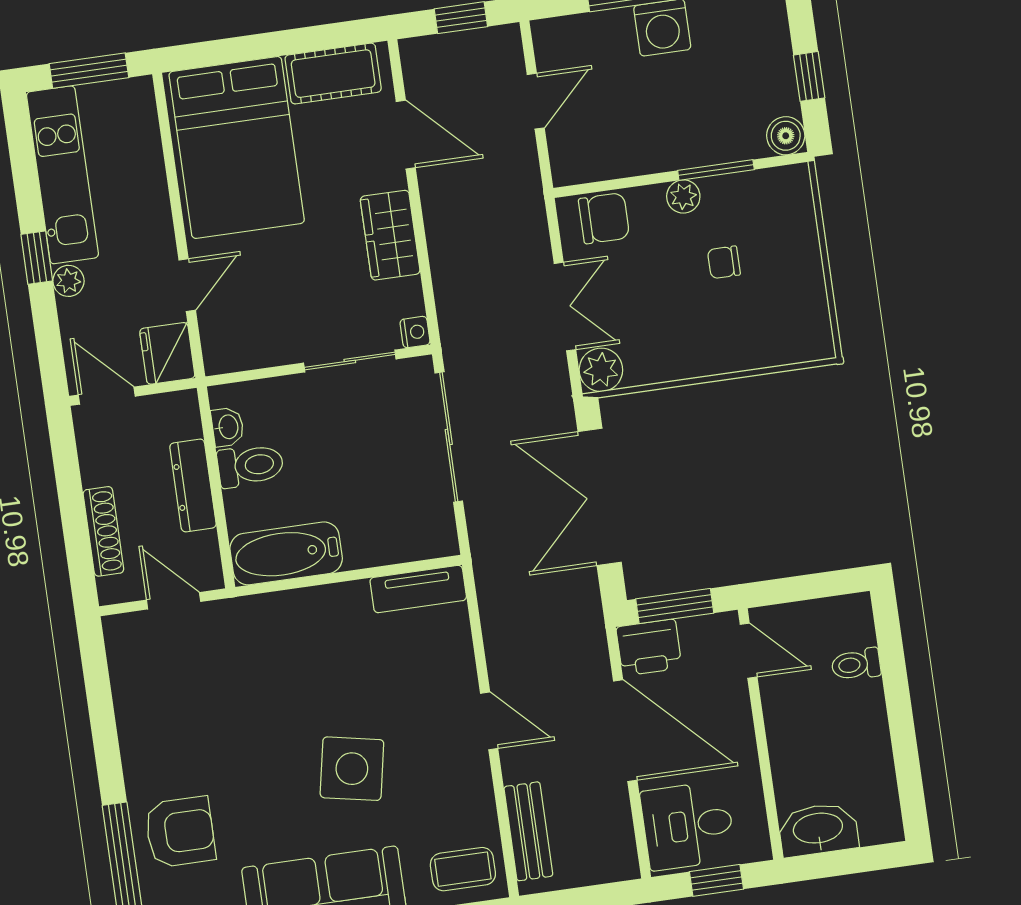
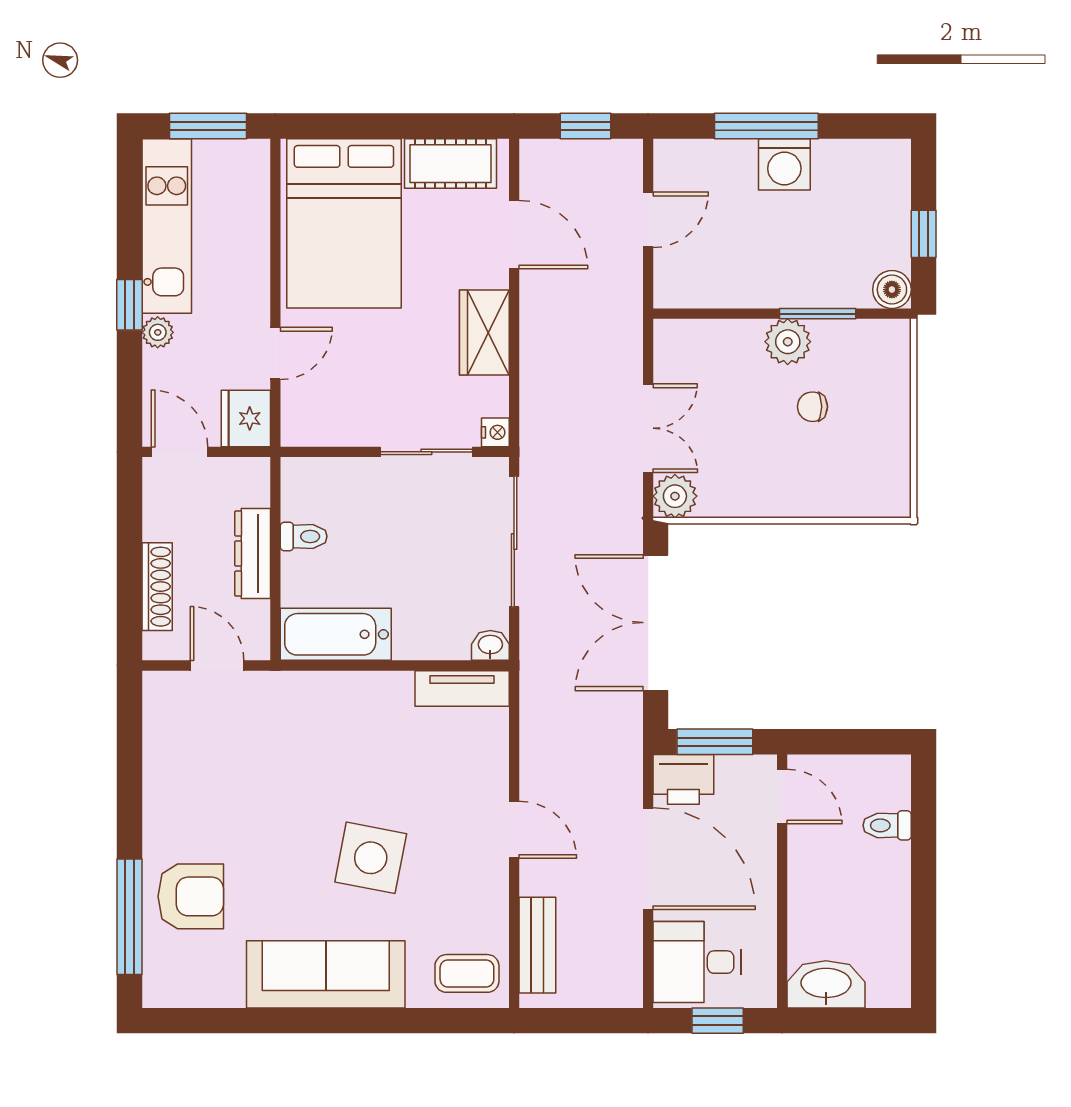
plant: (683, 196) -> (788, 342), width x1.38, depth x1.38
chair: (604, 218) -> (699, 346), removed
washbasin: (228, 427) -> (490, 645), moved, turned -90
toilet: (250, 466) -> (304, 536), width x0.73, depth x0.72

